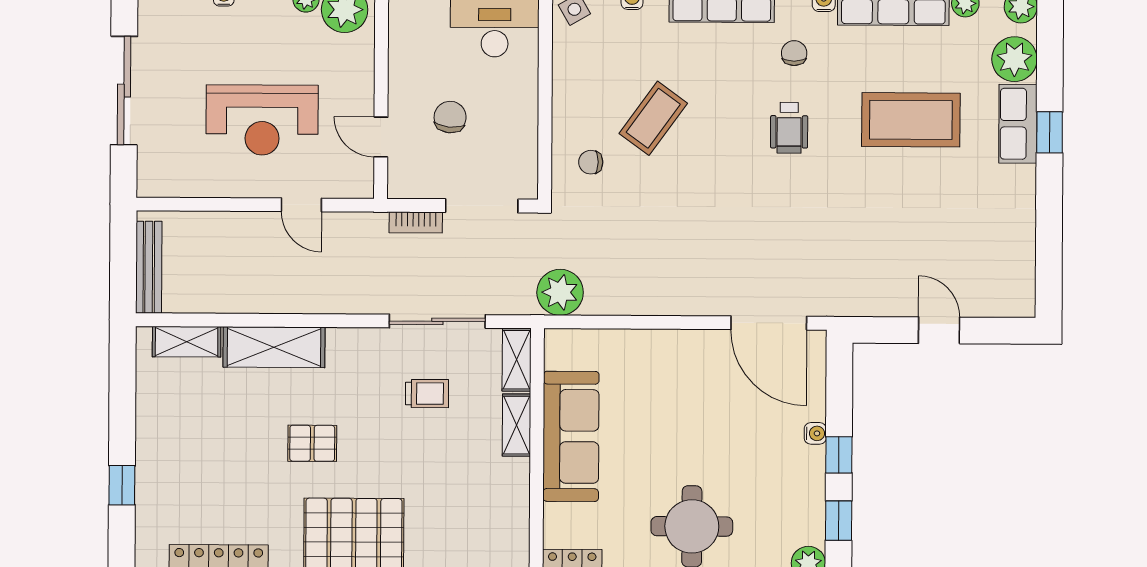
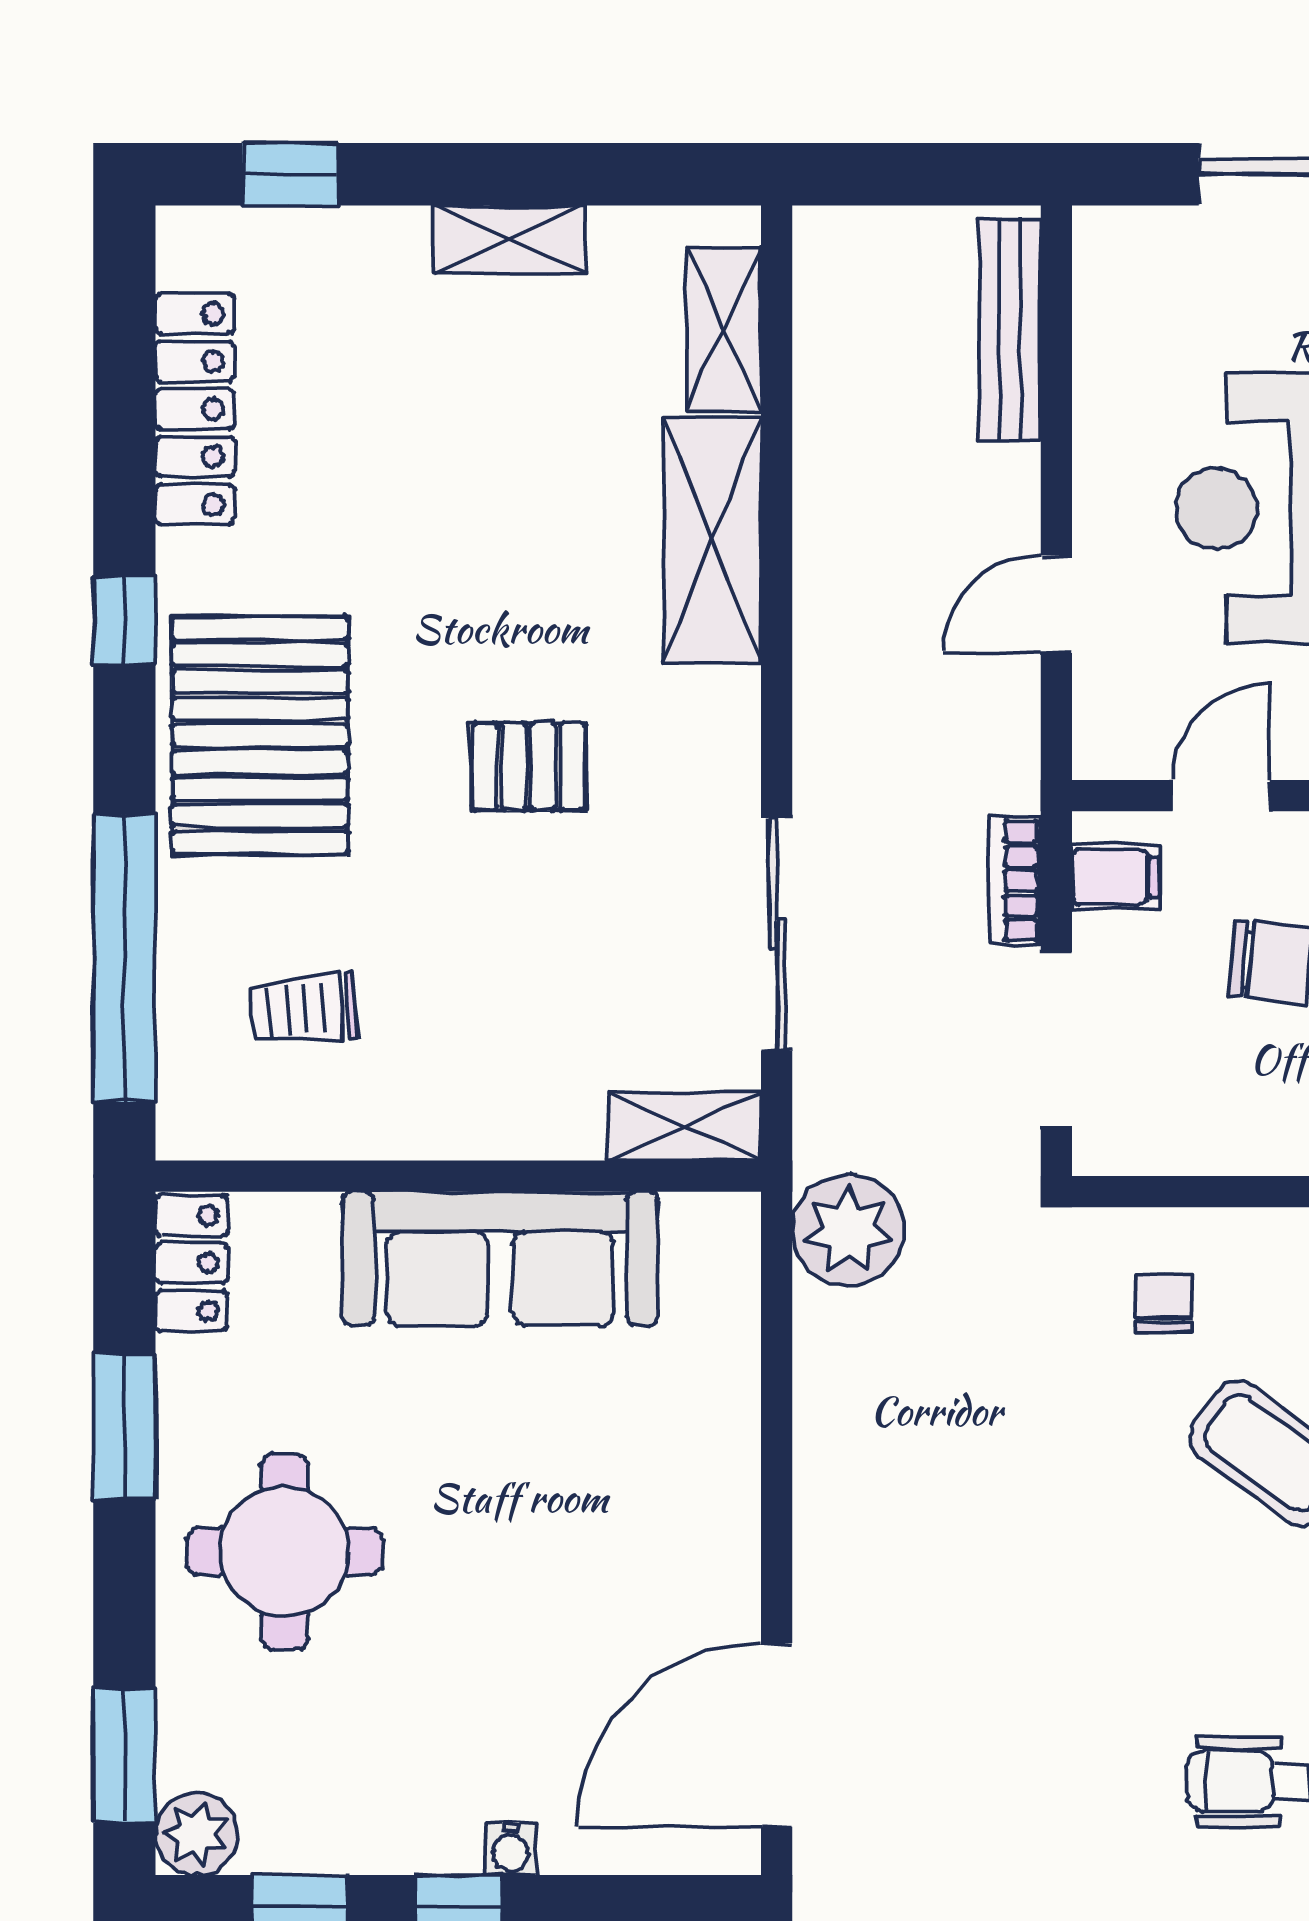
filing cabinet: (414, 181) -> (1116, 877), added
bench: (149, 267) -> (1010, 329), moved, turned 90
trolley: (427, 394) -> (303, 1009), moved, turned 85
shelving: (516, 425) -> (509, 239), moved
pallet: (312, 443) -> (529, 766), moved, turned 90
window: (122, 485) -> (290, 174), moved

